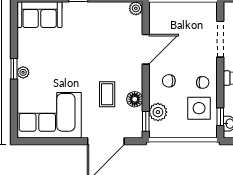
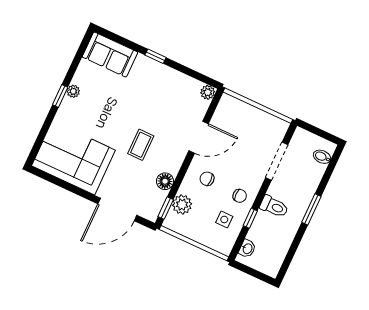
plant: (23, 72) -> (73, 91), moved
coffee table: (107, 94) -> (141, 145), moved
side table: (199, 108) -> (224, 219), width x0.54, depth x0.54
window: (220, 117) -> (250, 218), moved

